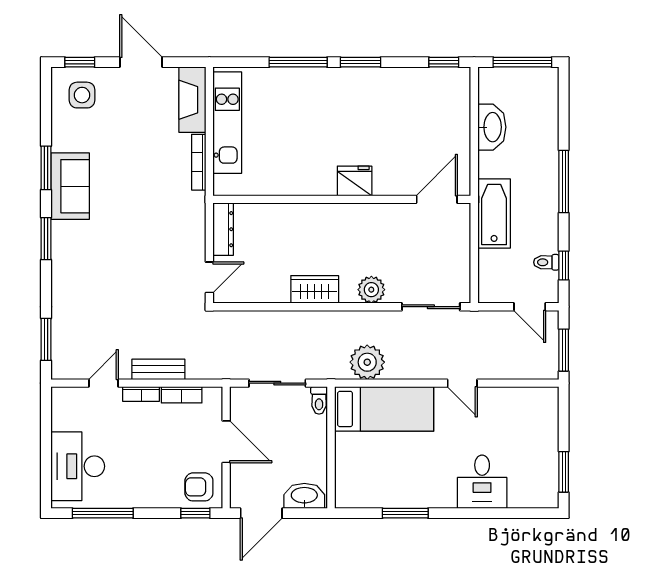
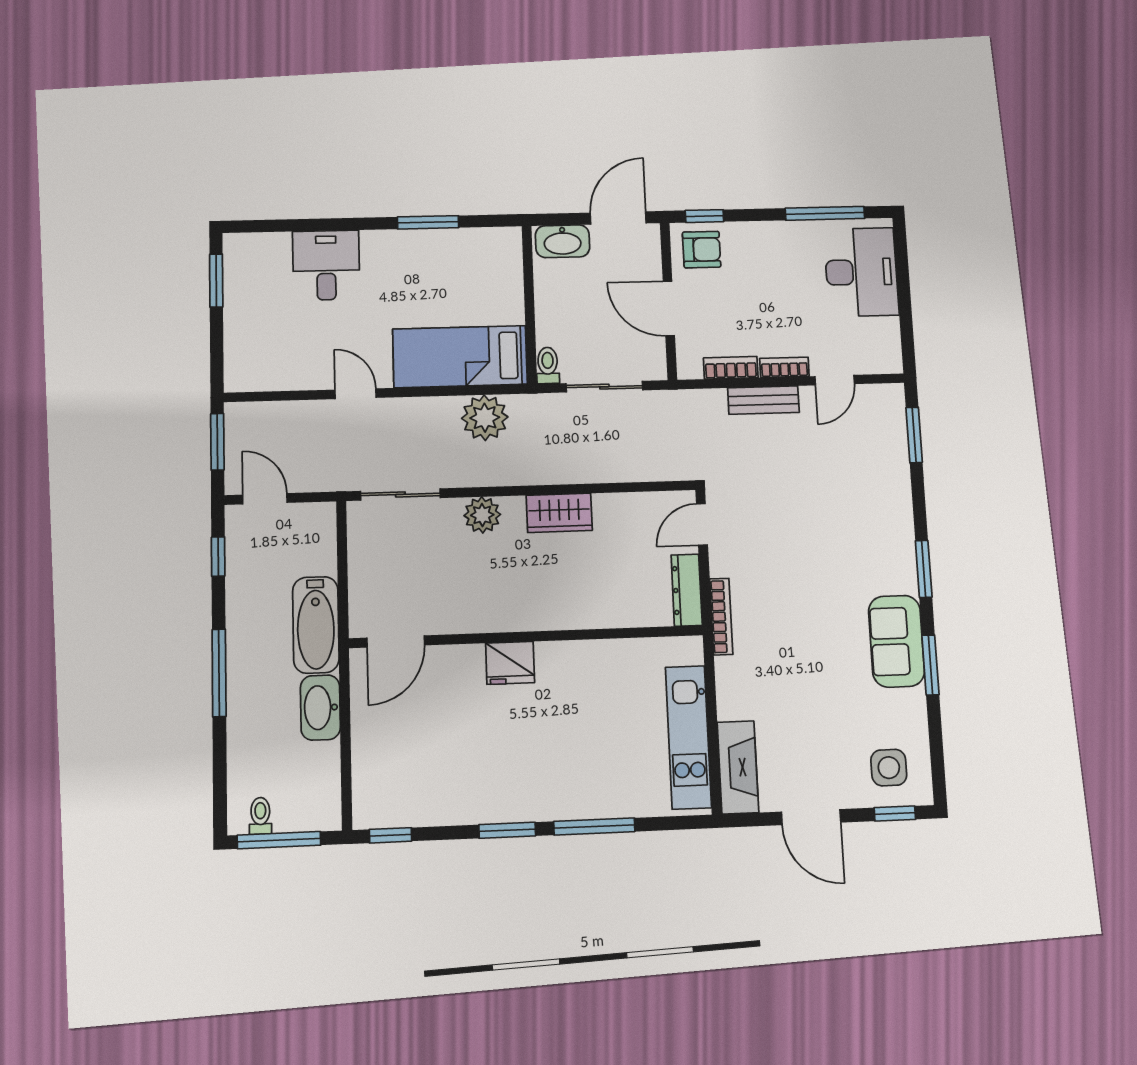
washbasin: (492, 127) -> (320, 708), moved
bookcase: (199, 162) -> (721, 617), moved
toilet: (546, 262) -> (260, 816), moved, turned -90

